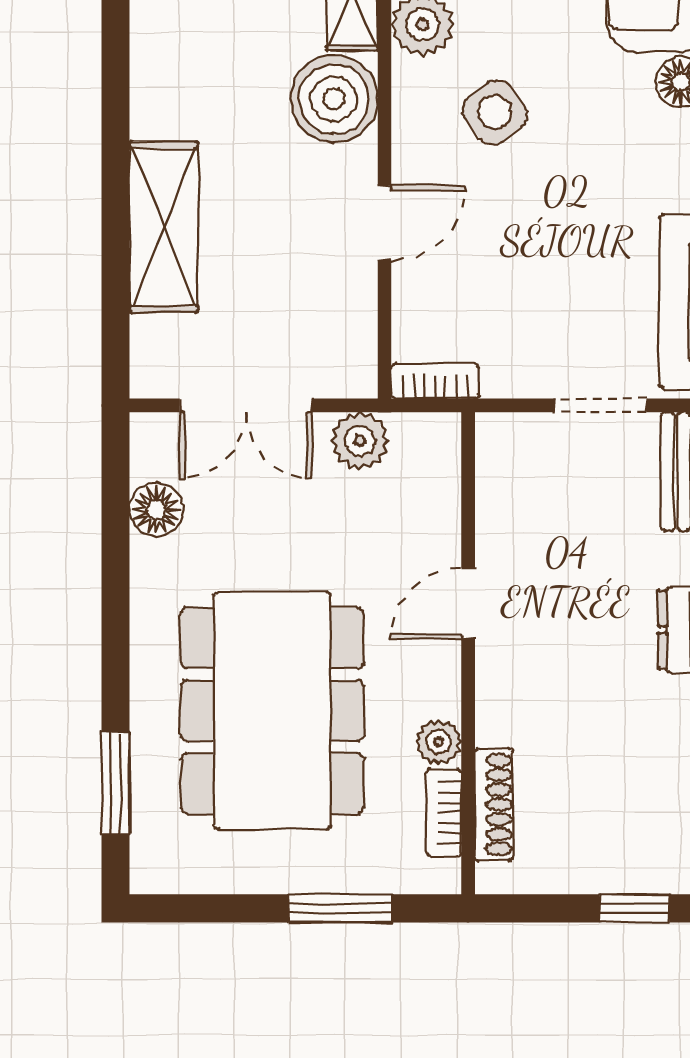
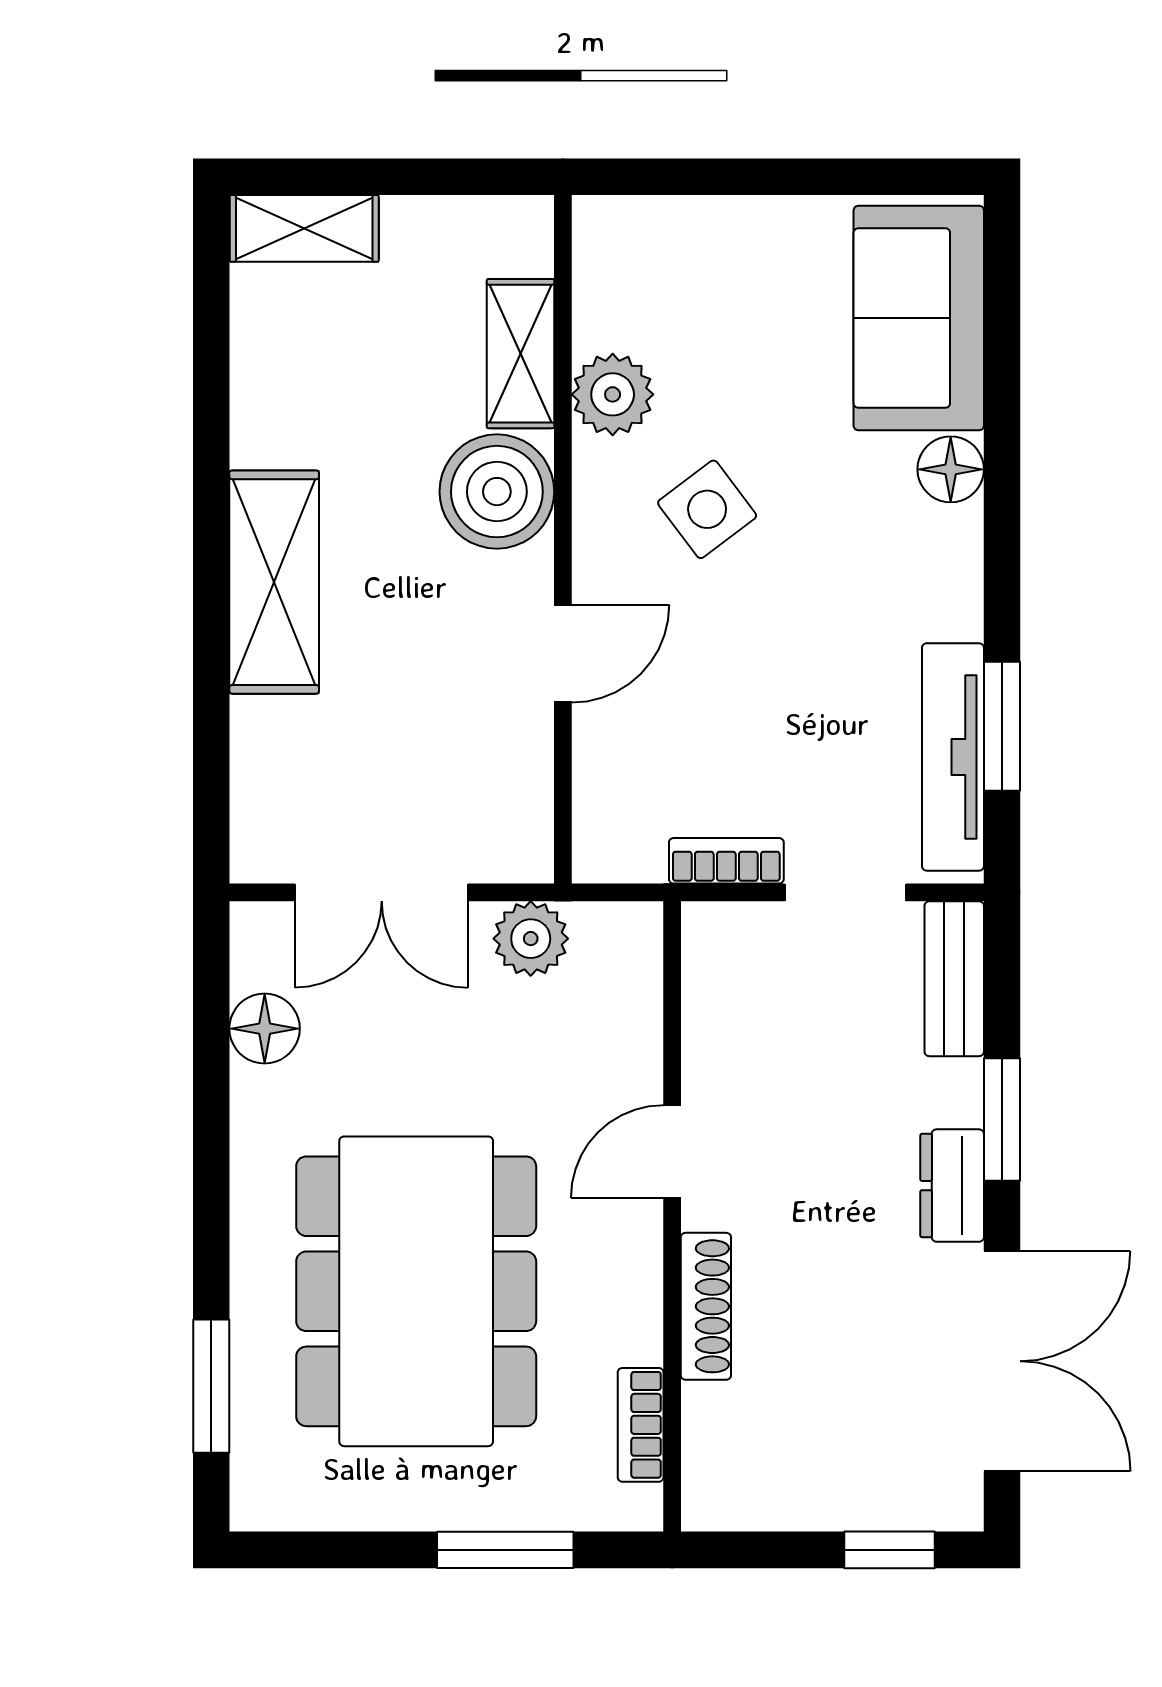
shelving: (164, 227) -> (274, 582), moved
bookcase: (435, 381) -> (726, 861), moved
plant: (439, 742) -> (634, 1332), removed
shoe rack: (494, 805) -> (706, 1306), moved

